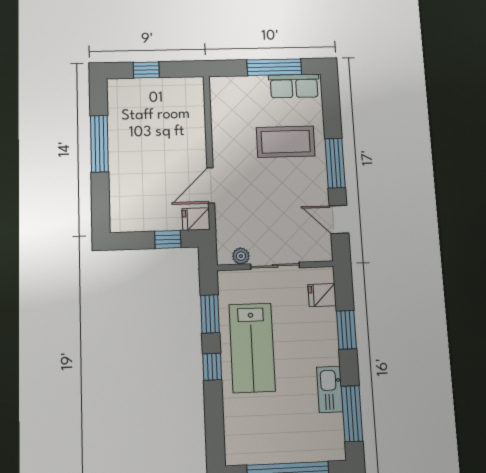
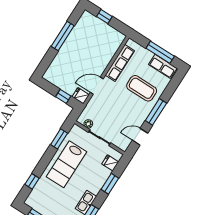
row of seats: (222, 125) -> (120, 63), added
door: (339, 219) -> (140, 137), hinge flipped
window: (212, 367) -> (32, 181), moved

